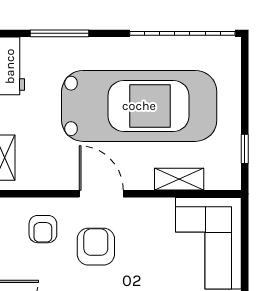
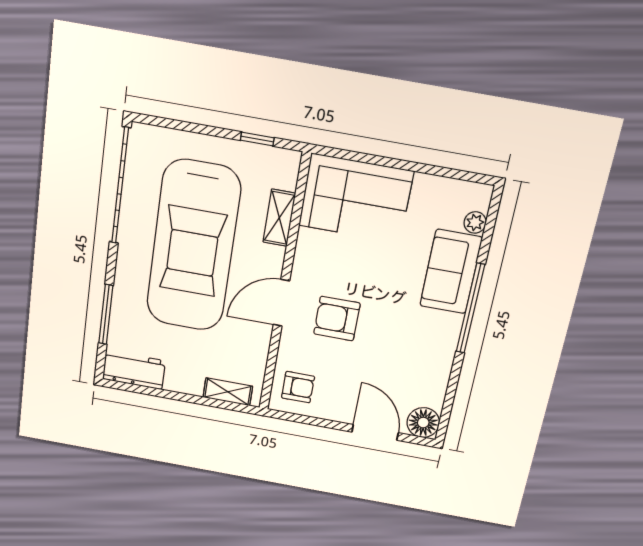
car: (139, 106) -> (193, 246), turned 180
armchair: (43, 229) -> (298, 387), moved

